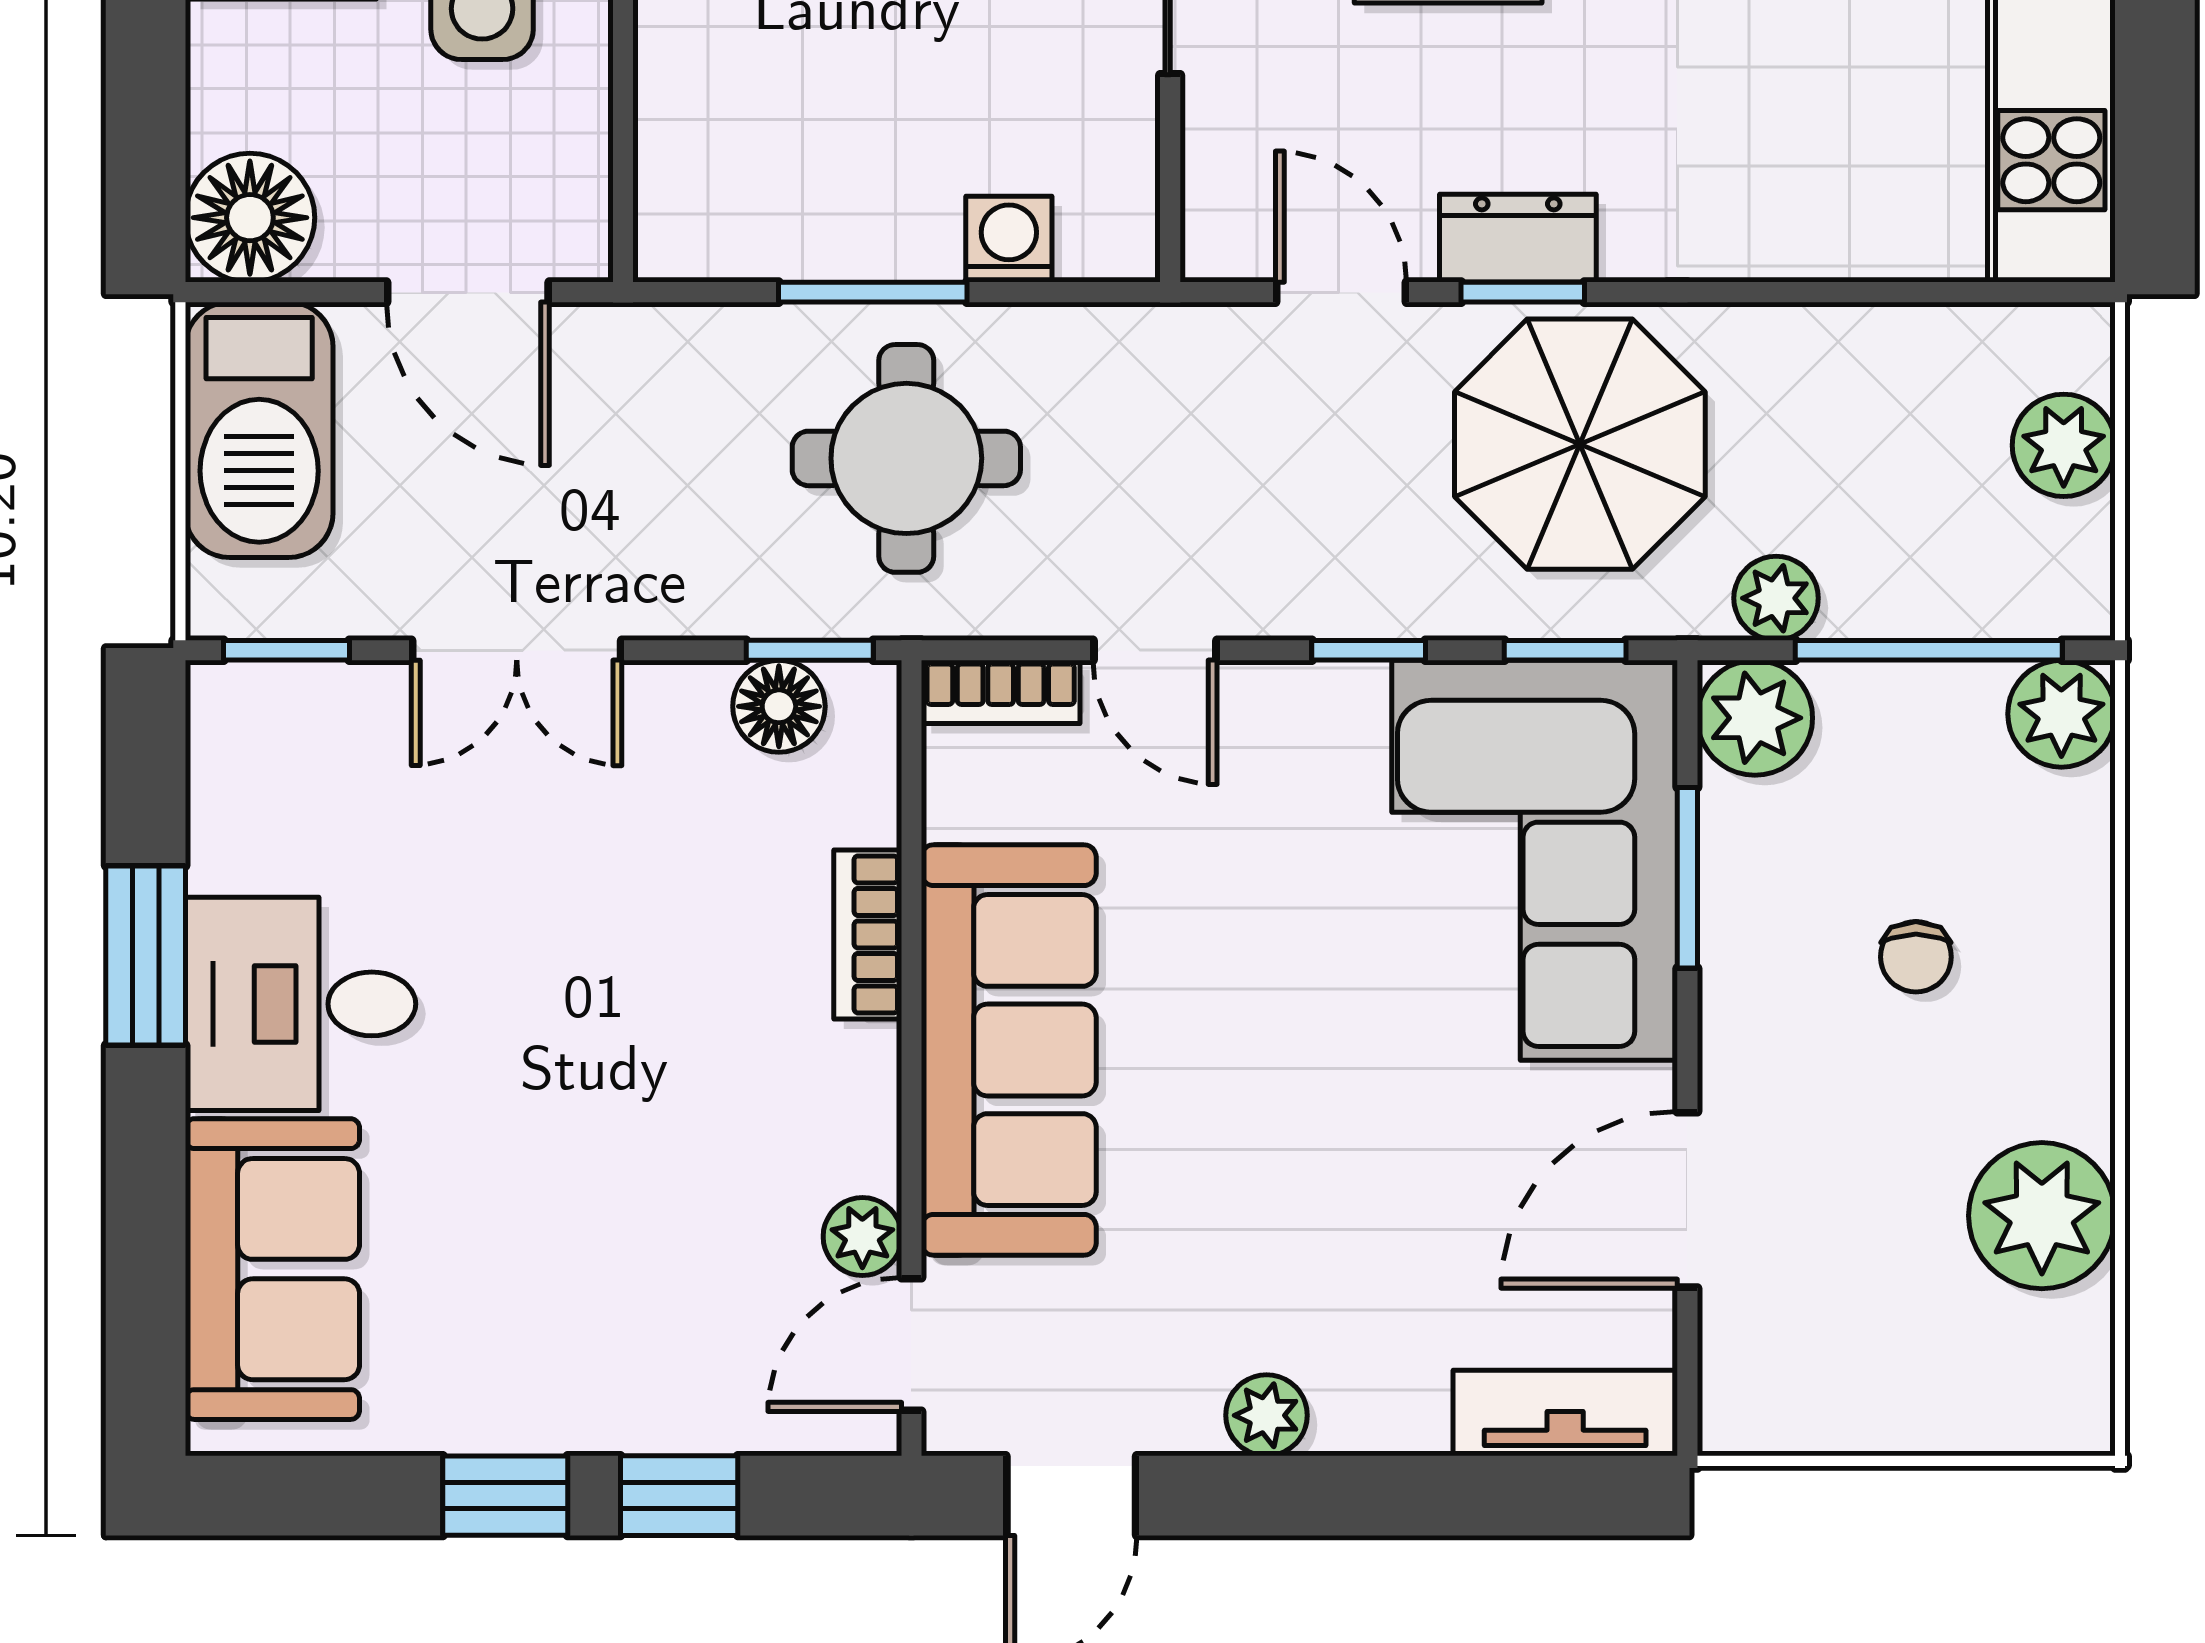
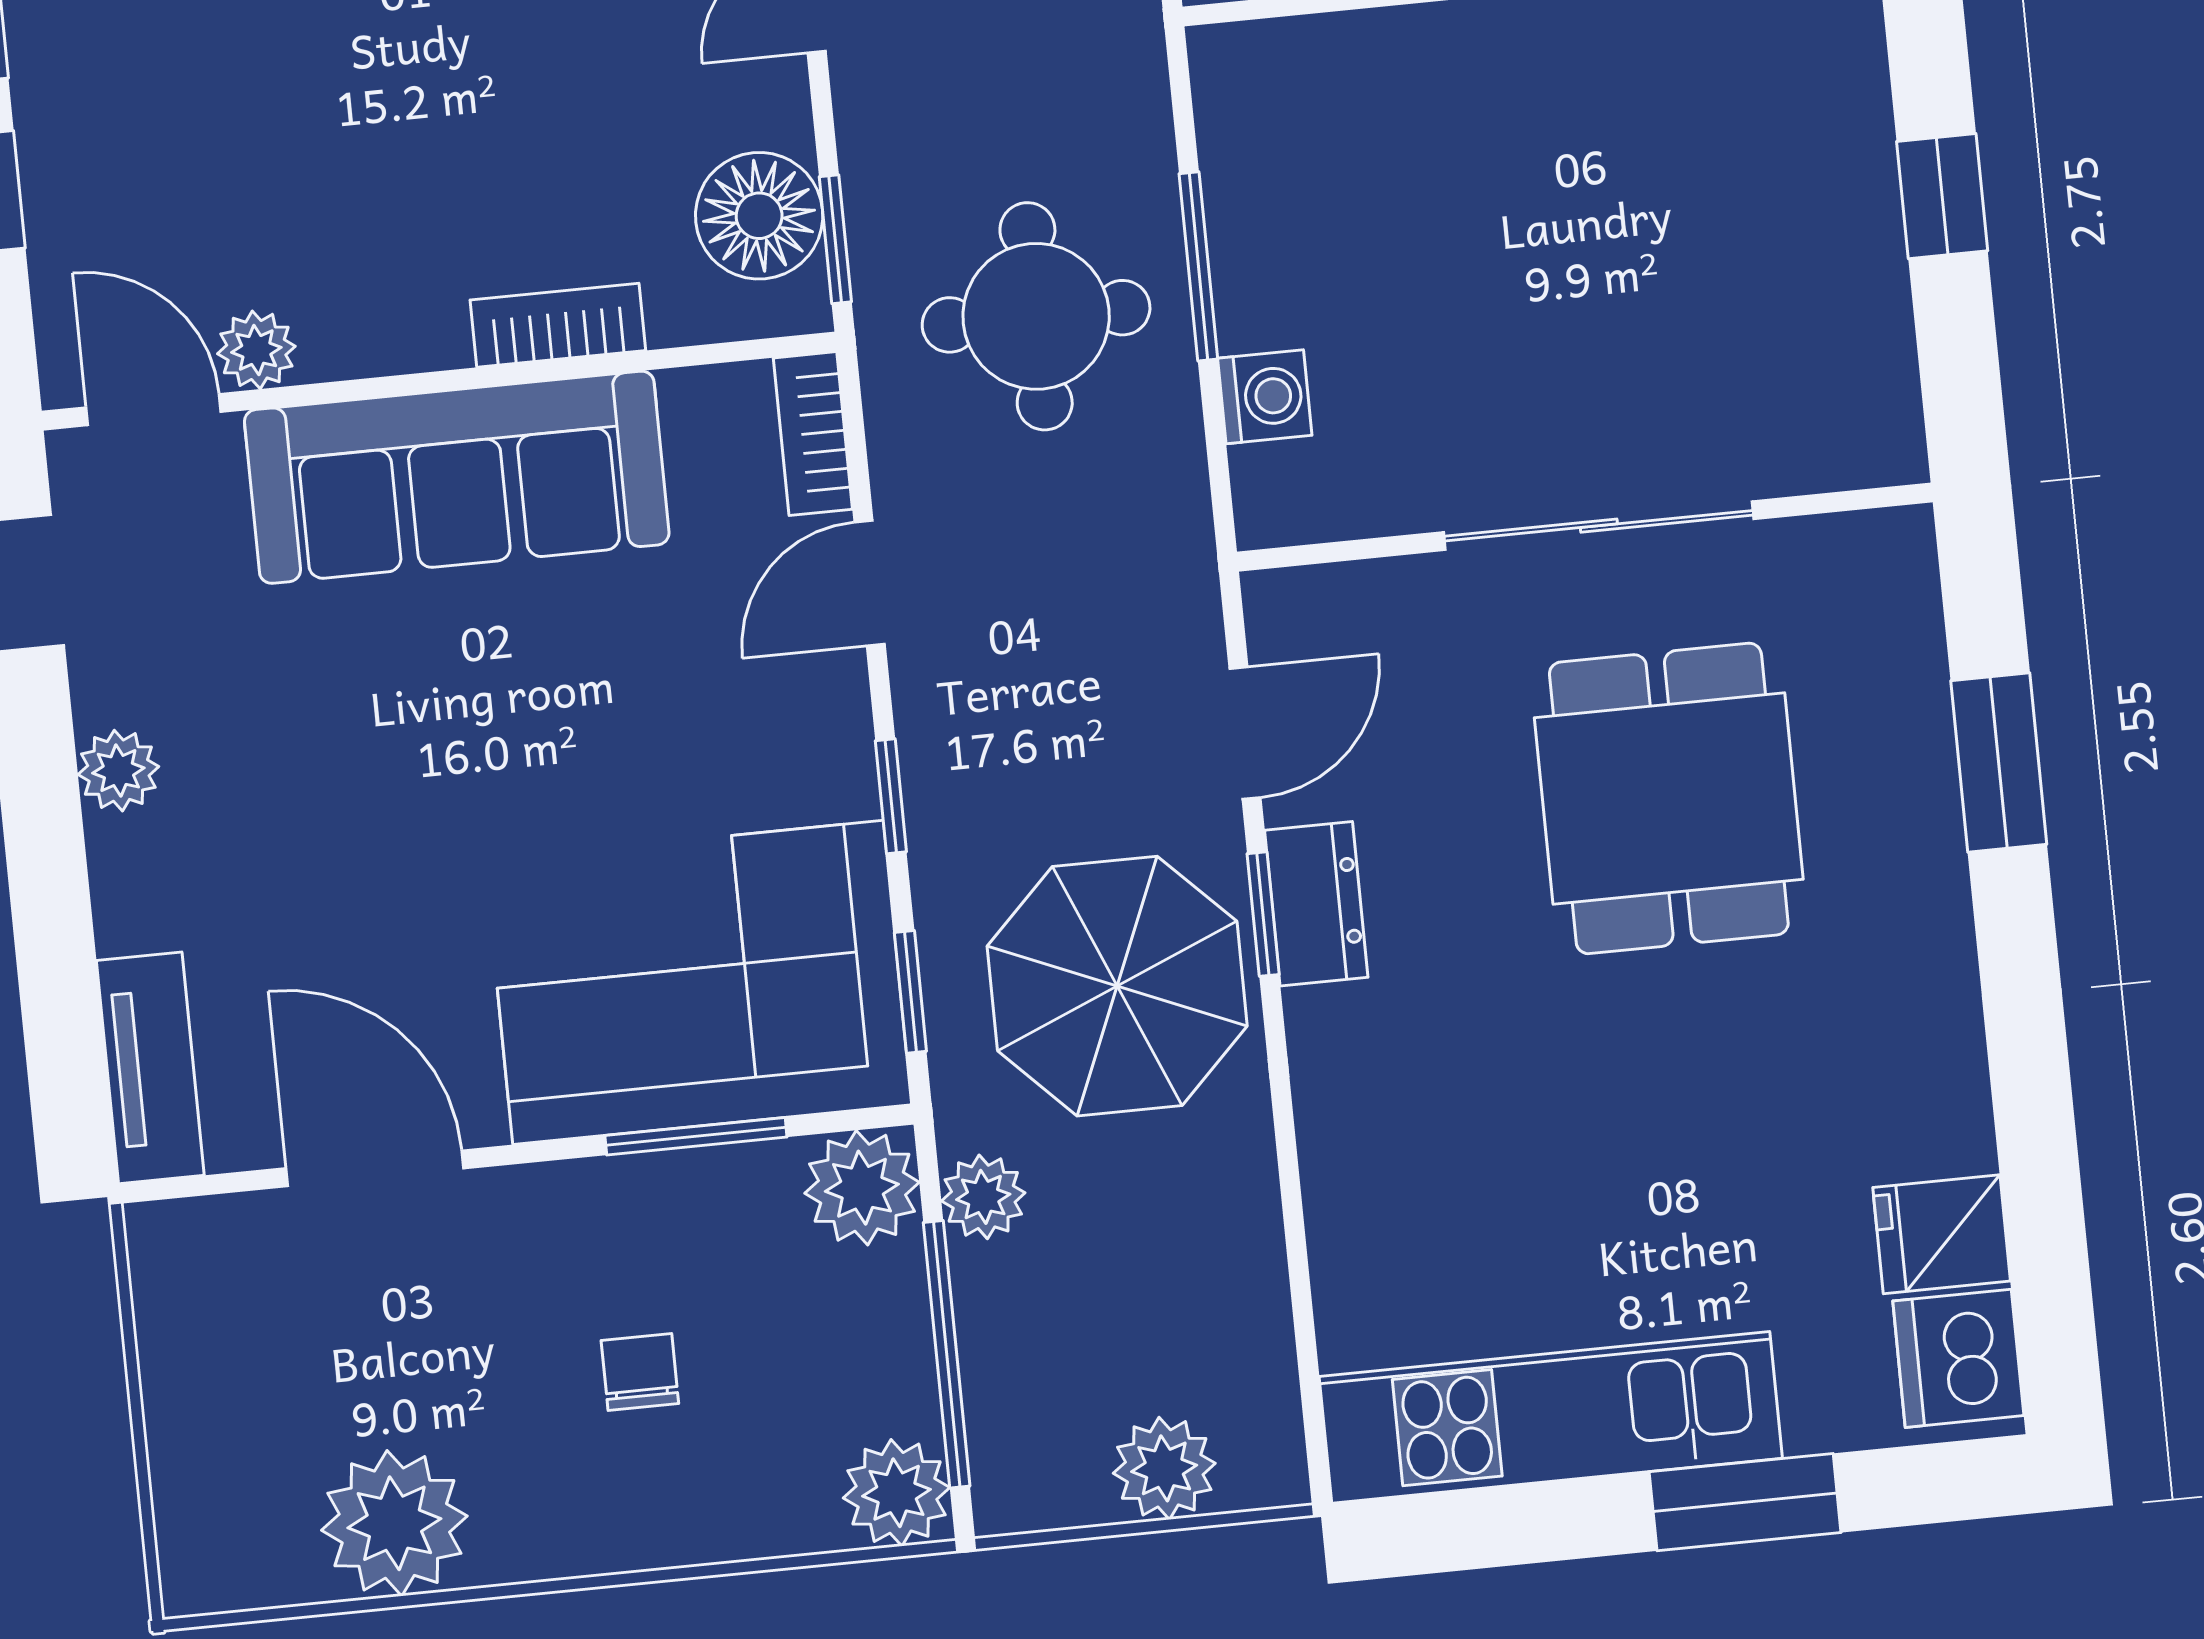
floor lamp: (779, 706) -> (759, 216), width x1.38, depth x1.38
chair: (1916, 957) -> (640, 1372), turned 90

